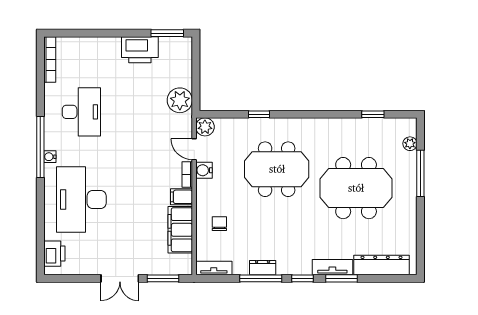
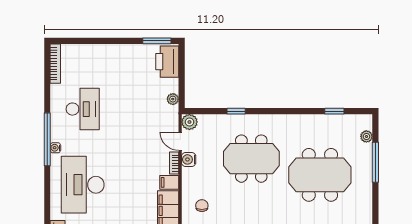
printer: (140, 50) -> (167, 62), moved, turned 90
plant: (180, 100) -> (173, 99), width x0.53, depth x0.53

